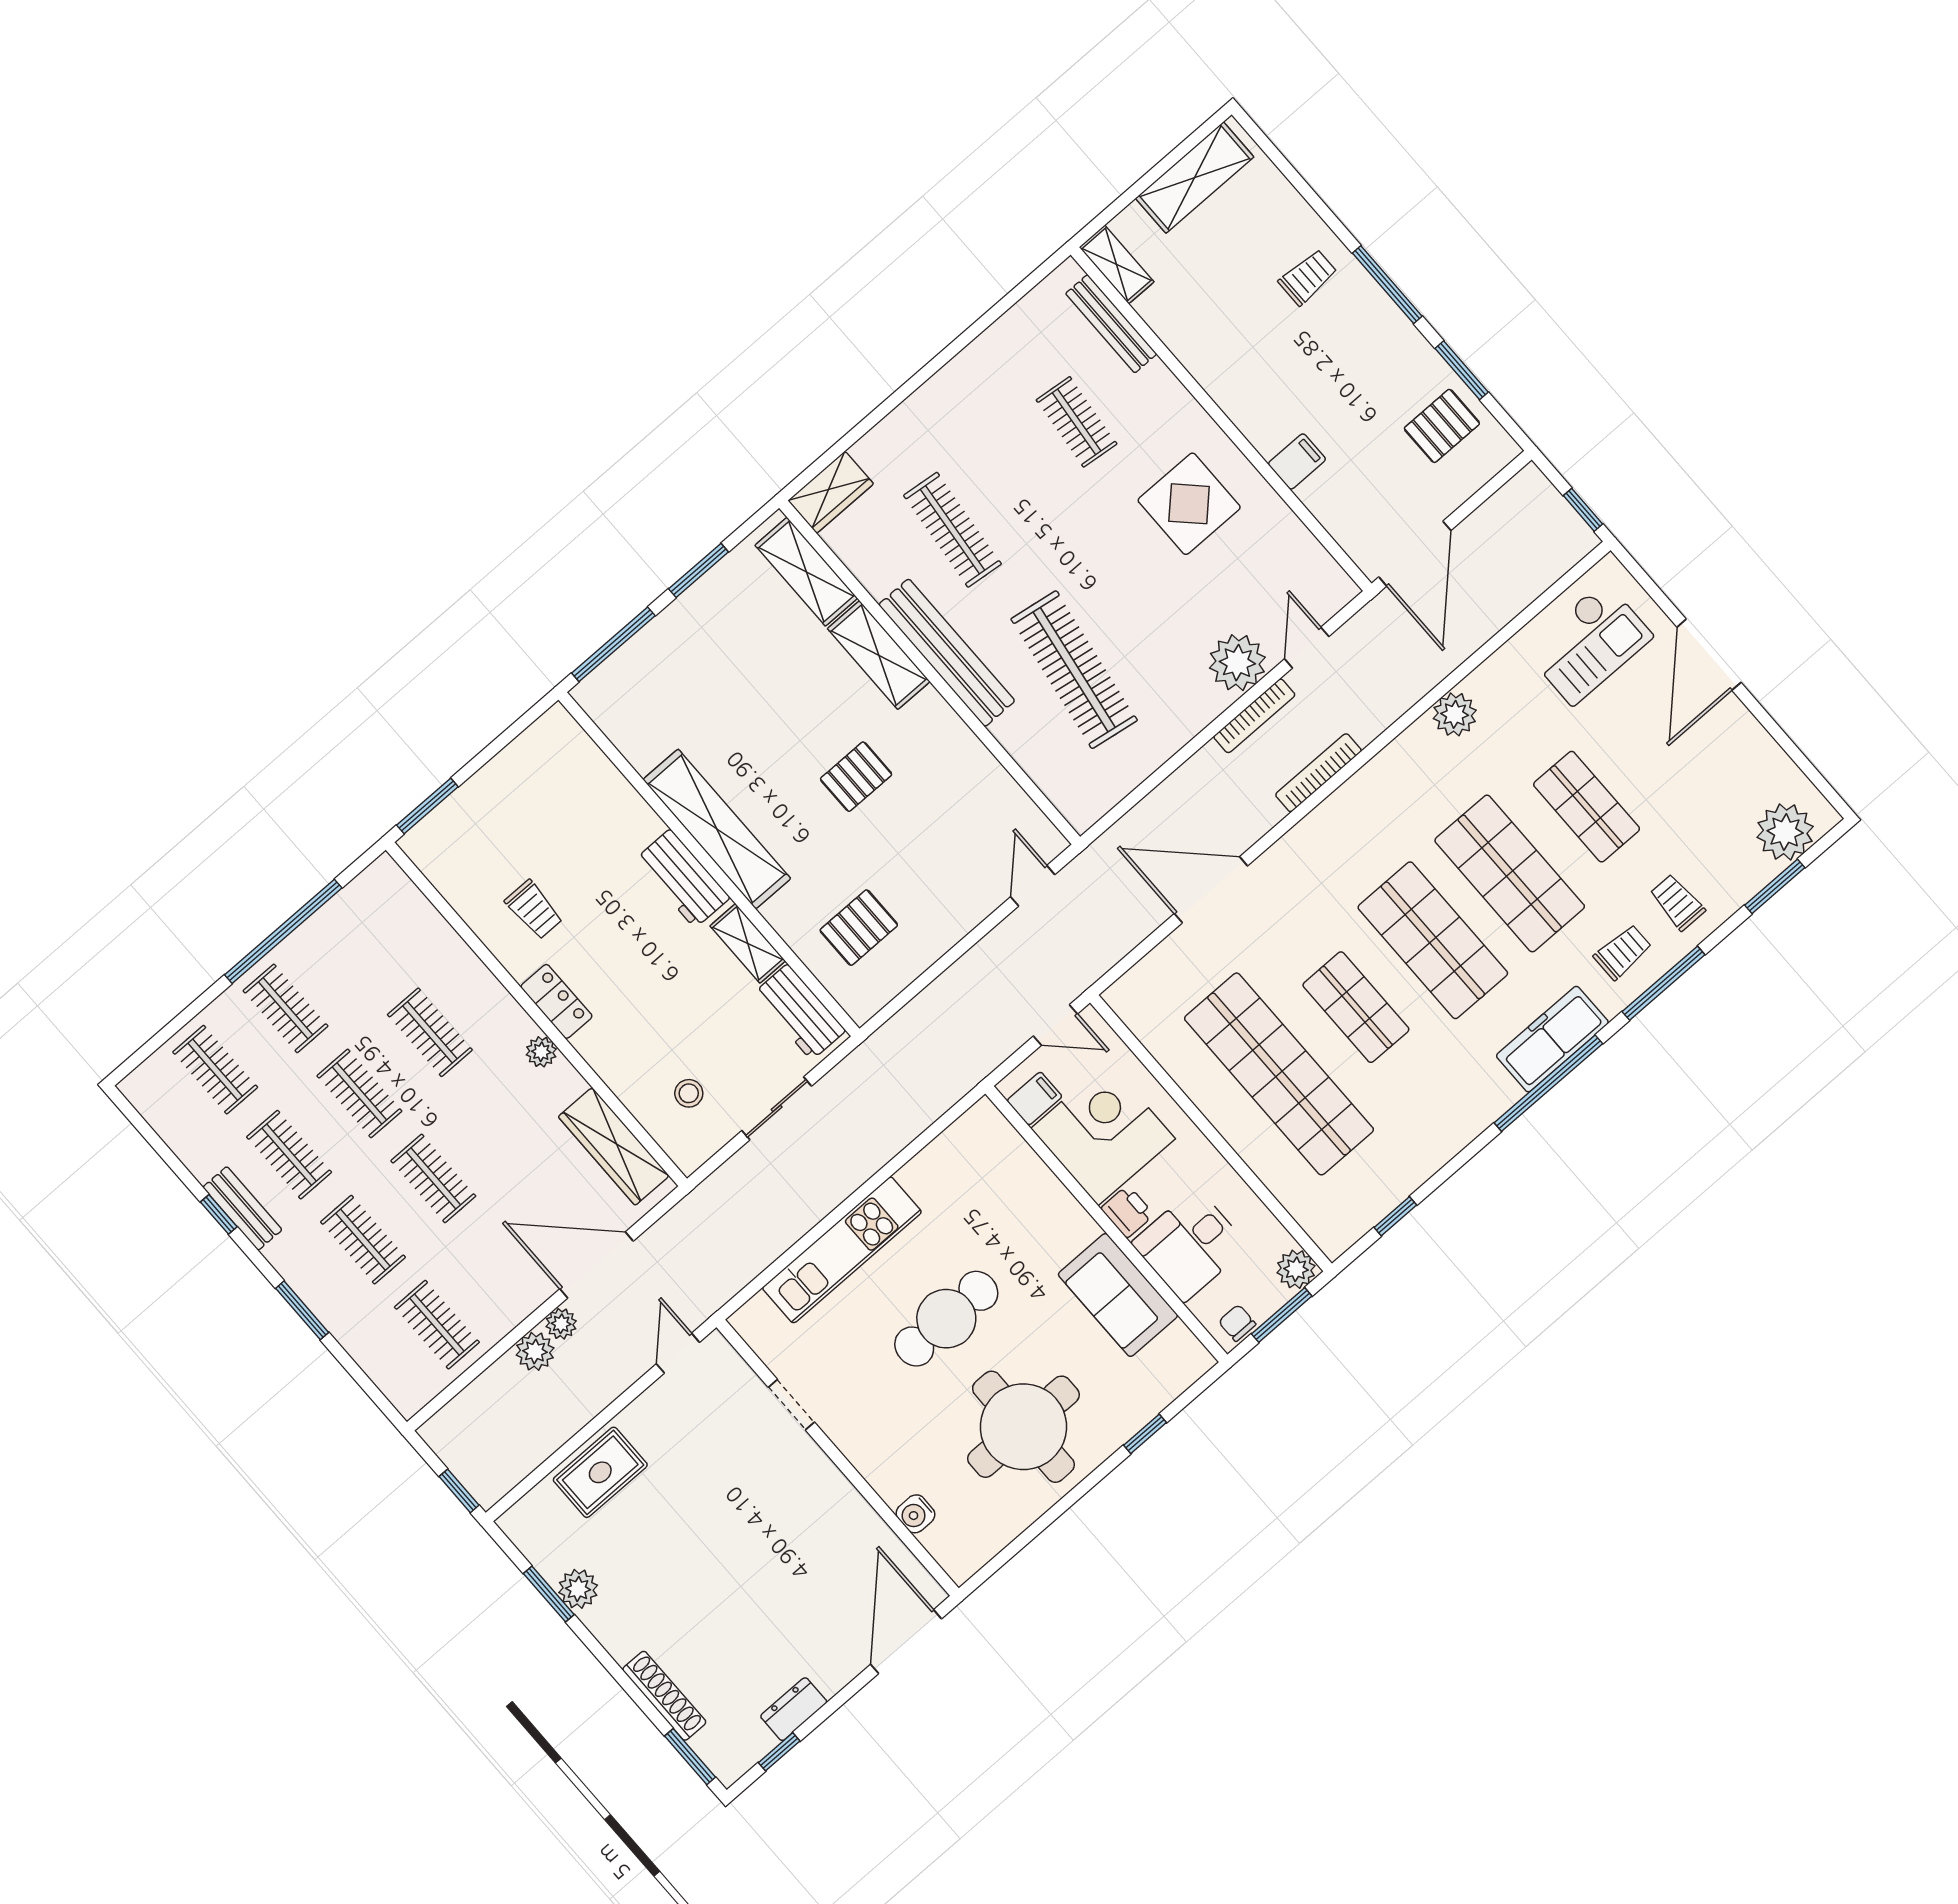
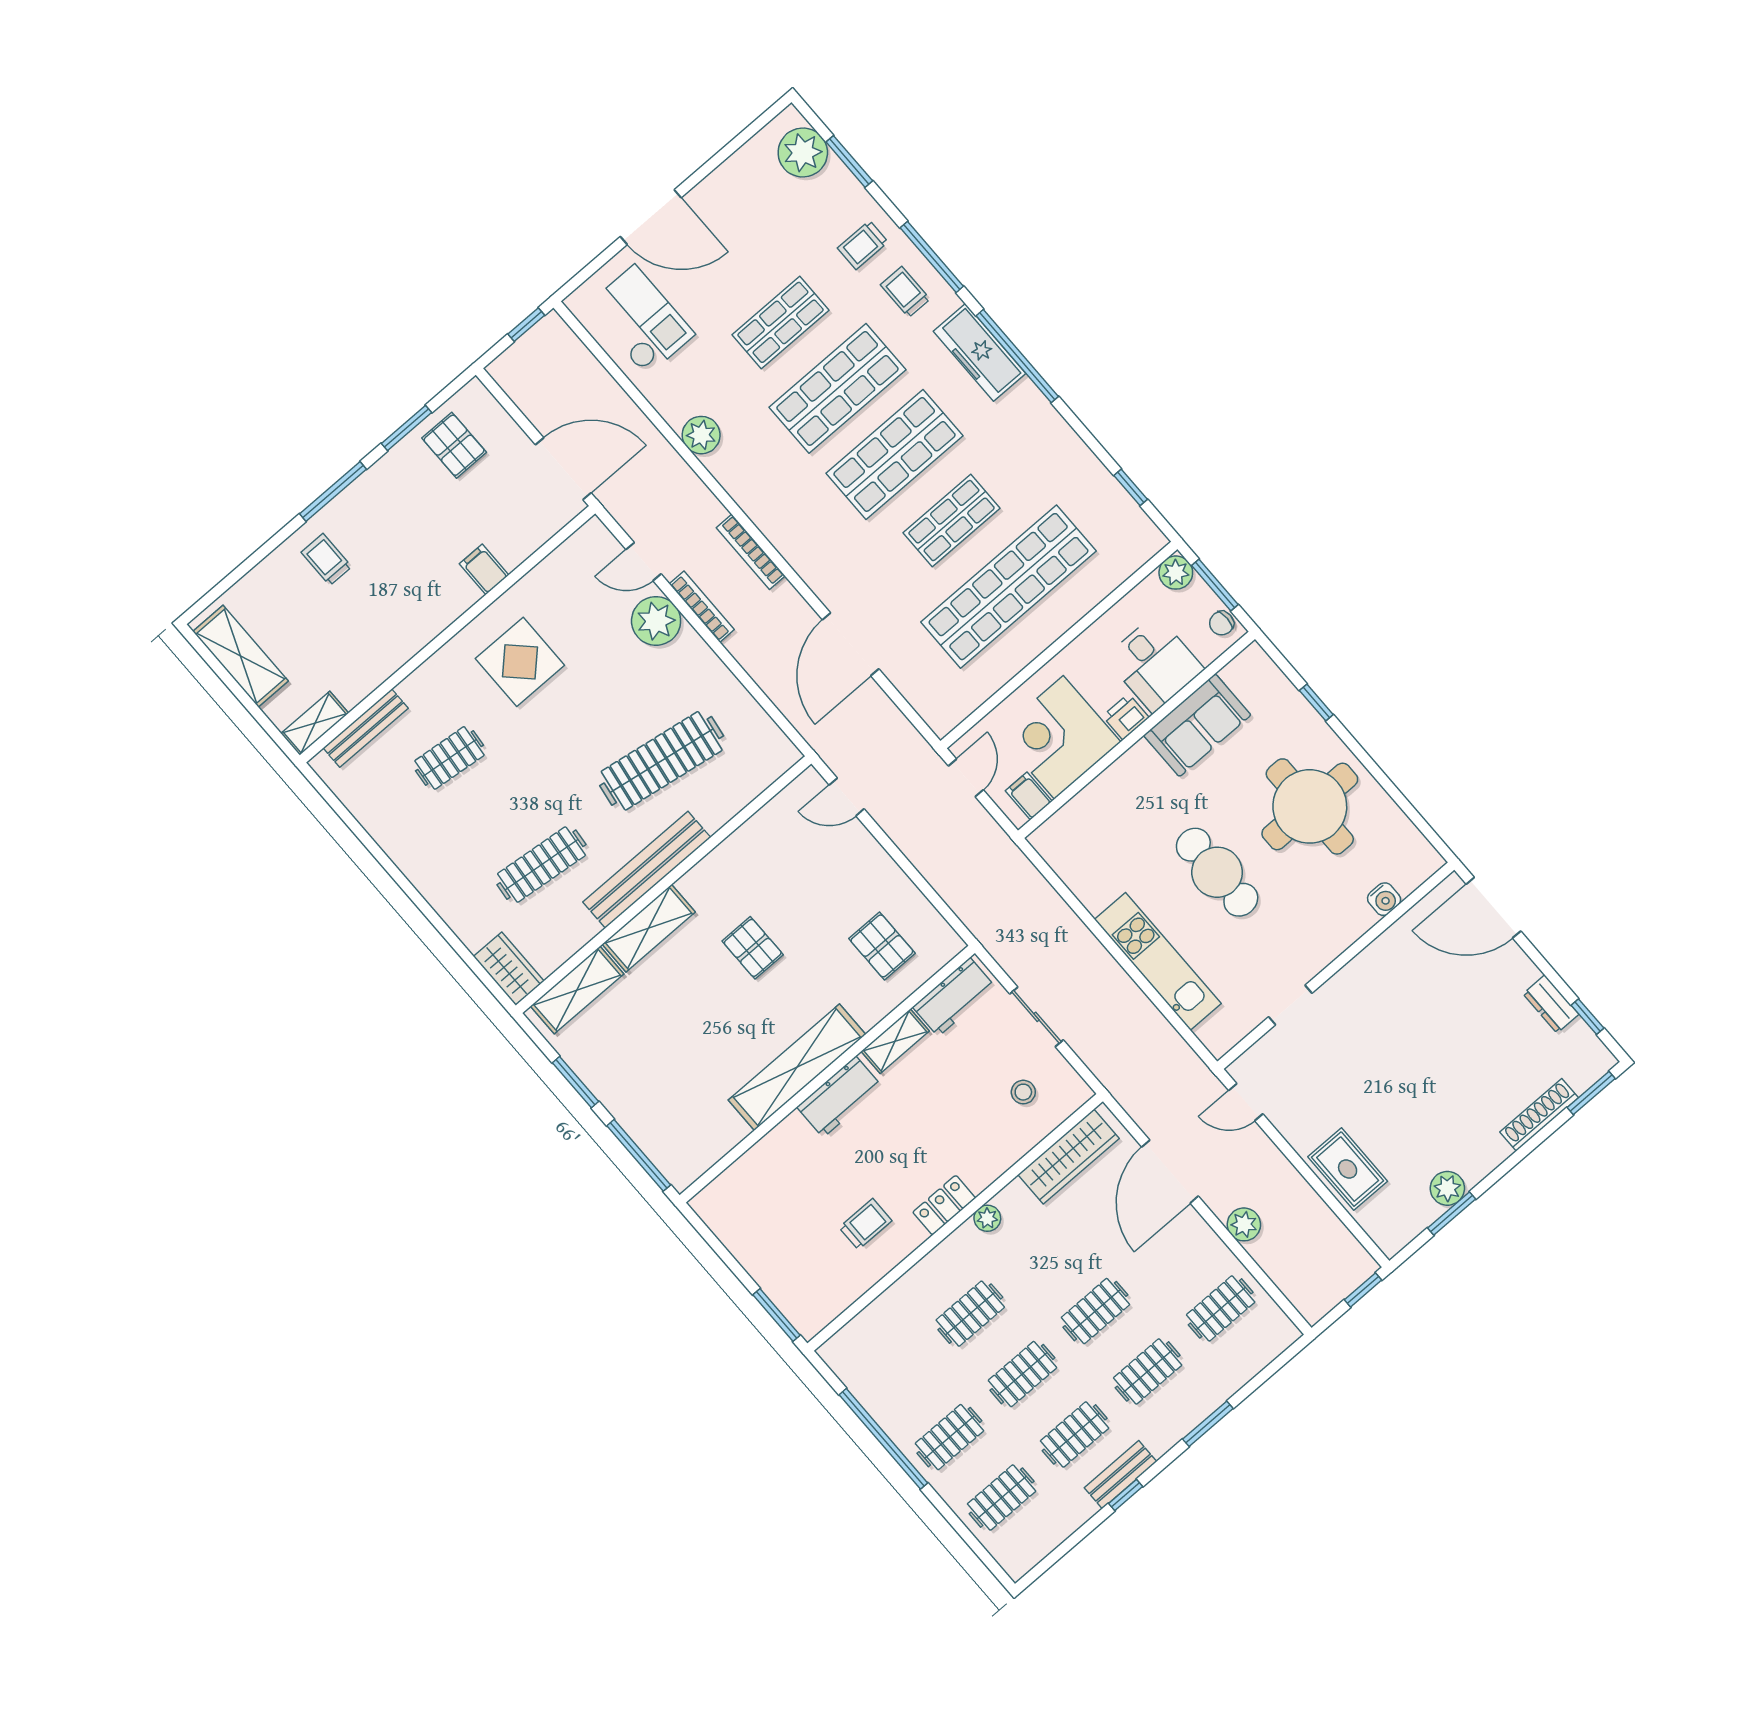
plant: (561, 1324) -> (1220, 1202), removed

